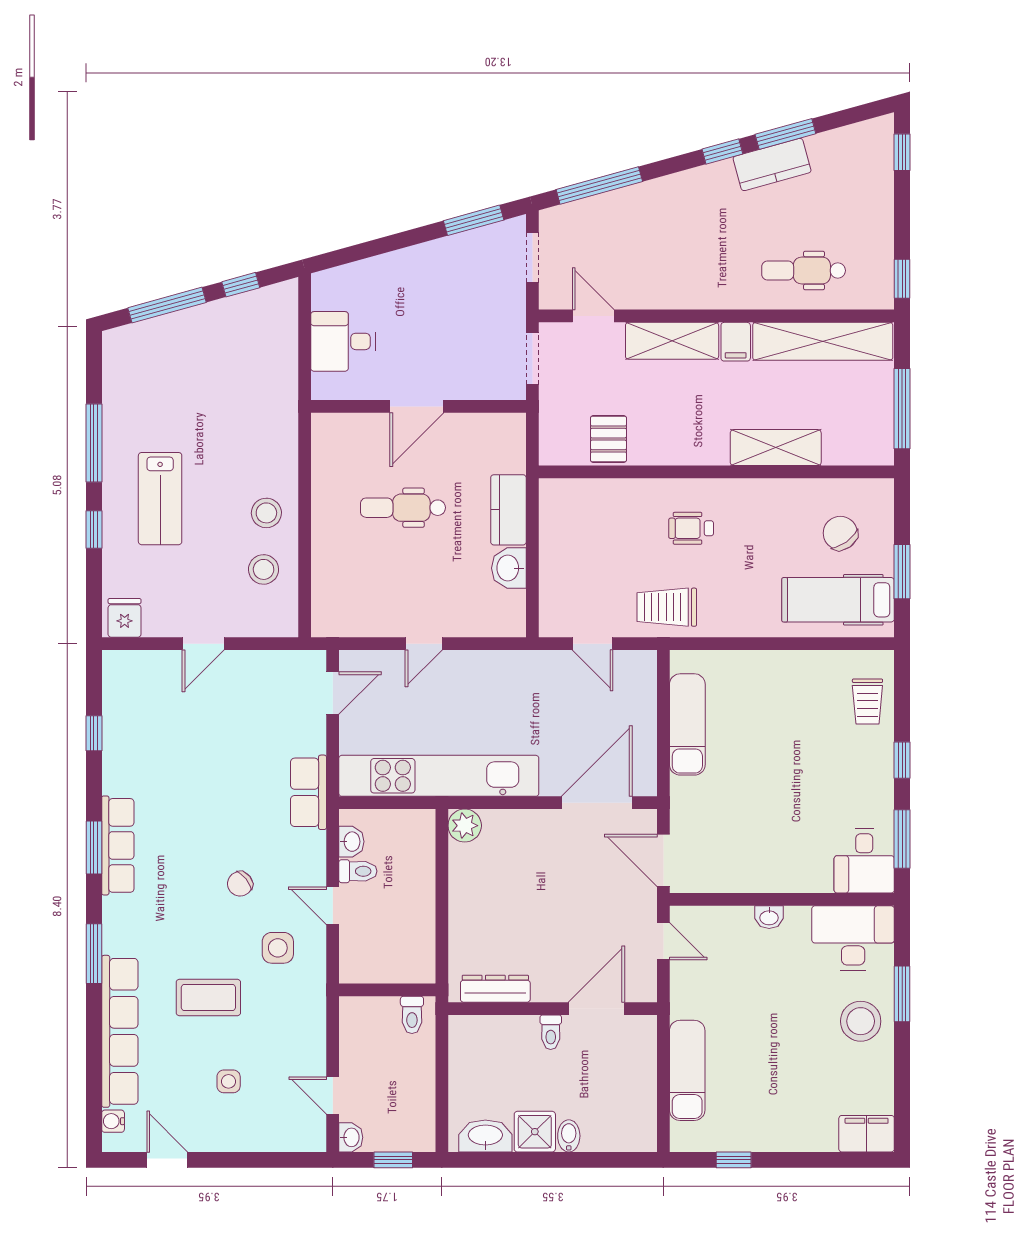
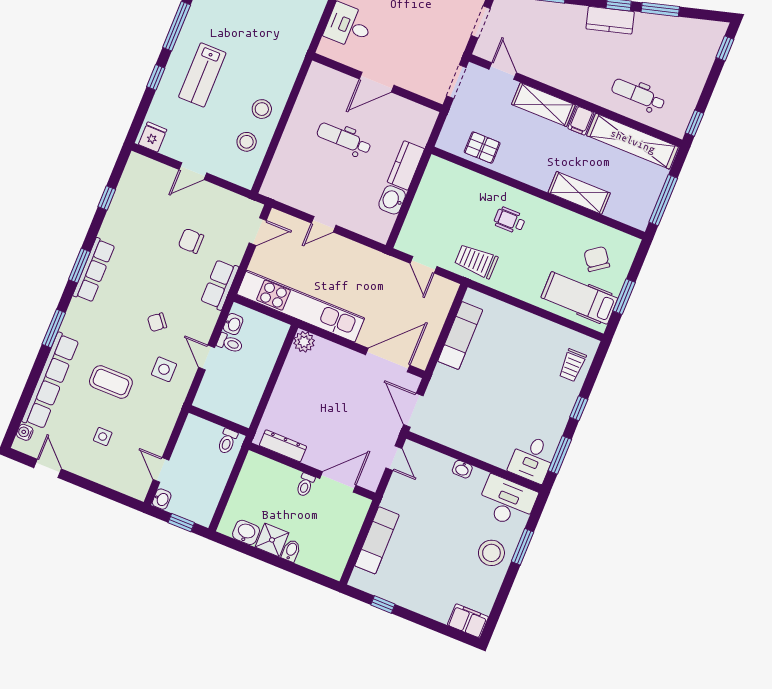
kitchen counter: (772, 165) -> (610, 20), moved
pallet: (608, 439) -> (482, 148), turned 90
chair: (241, 746) -> (191, 241), added
washbasin: (485, 1136) -> (246, 532), width x0.72

